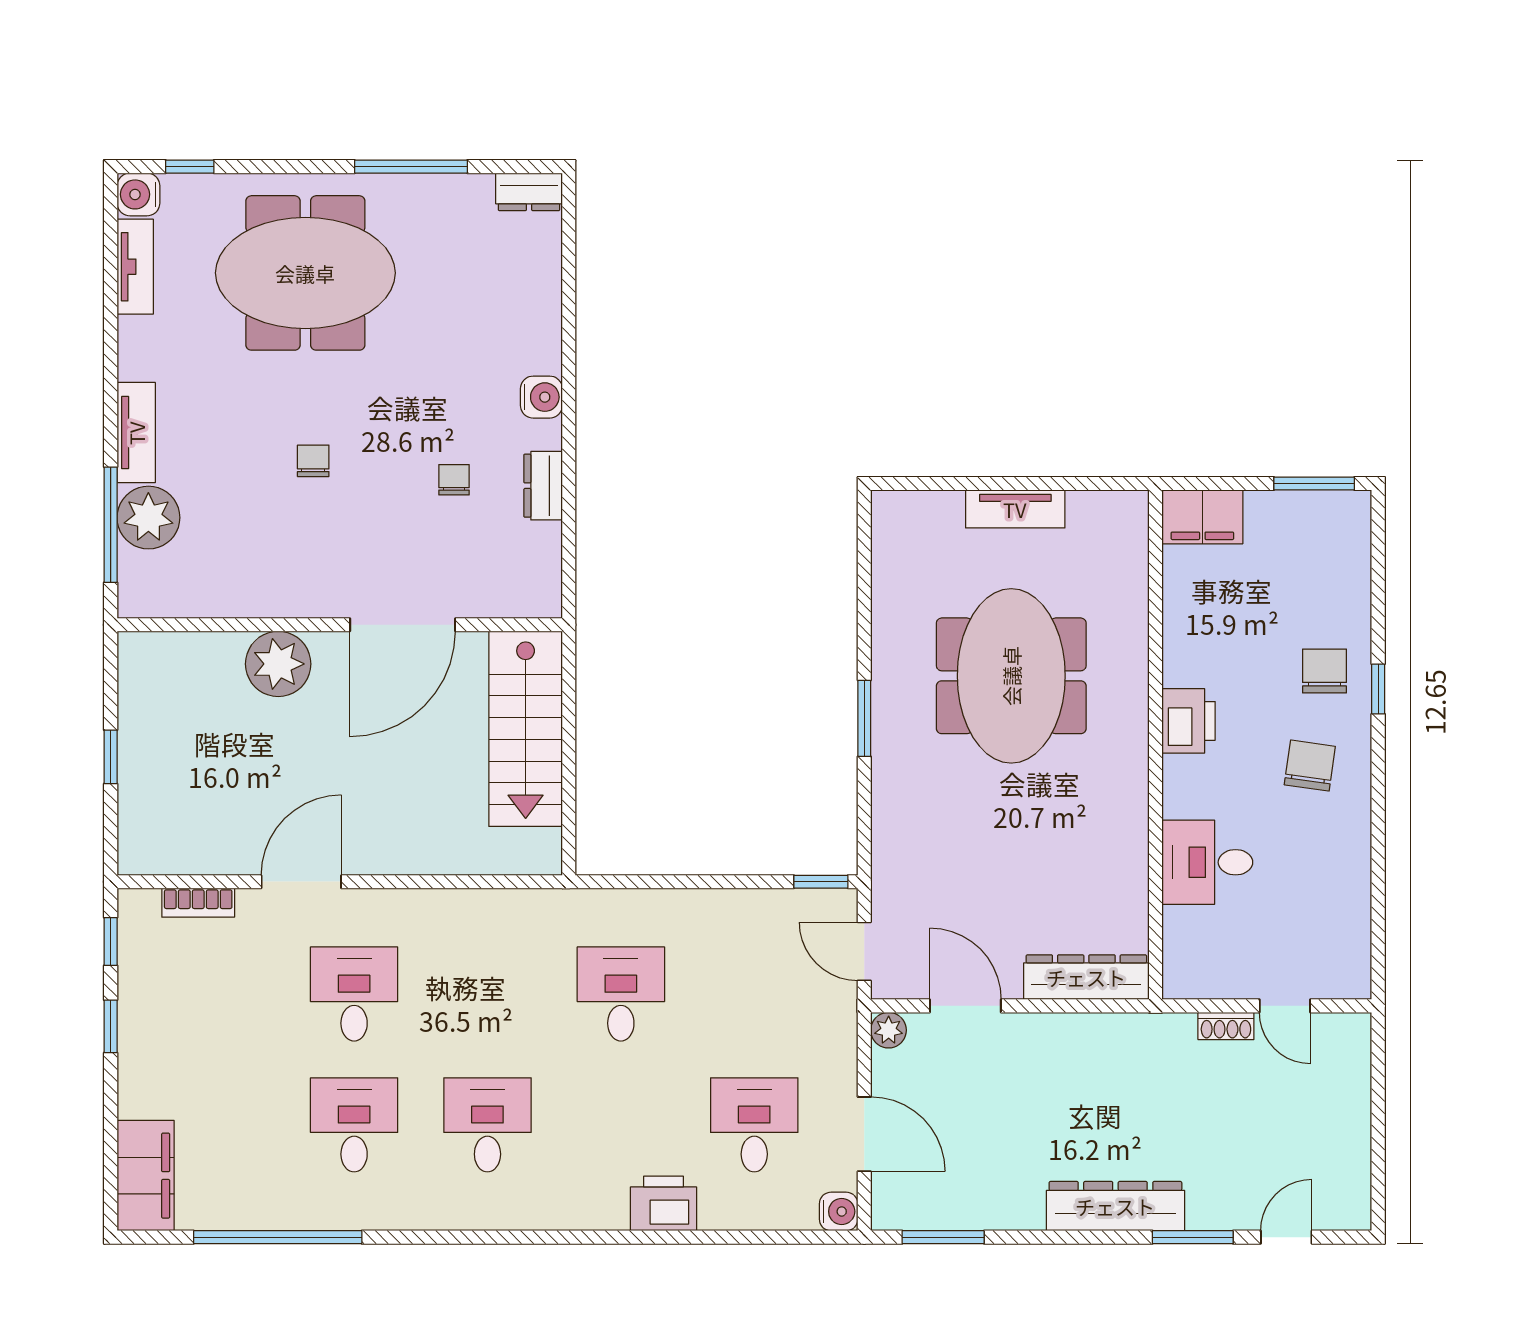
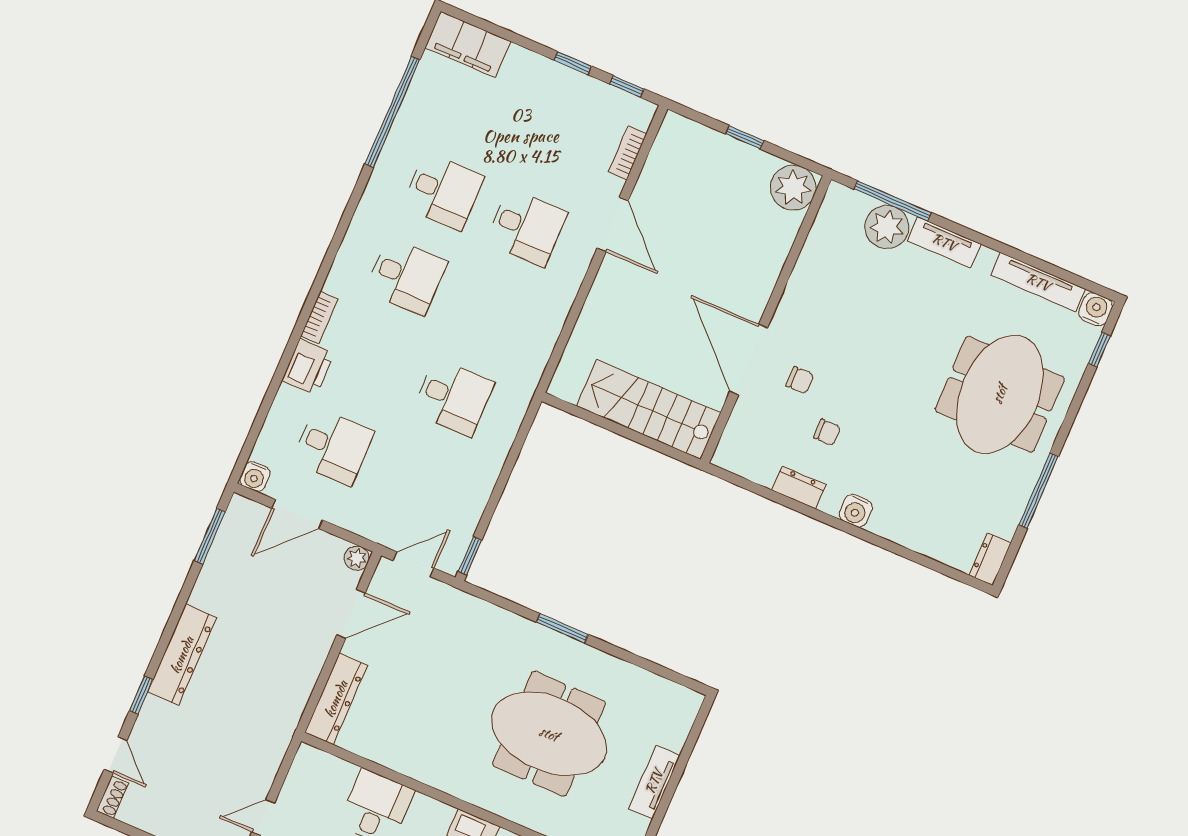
tv unit: (135, 267) -> (1038, 282), width x1.41
chair: (313, 461) -> (800, 380), moved
plant: (278, 664) -> (793, 188), moved
shoe rack: (1226, 1026) -> (112, 797), moved, turned 180
bookcase: (592, 1217) -> (319, 318), added
window: (1193, 1237) -> (141, 695), width x0.67

